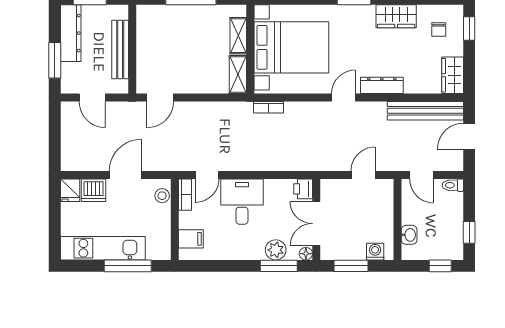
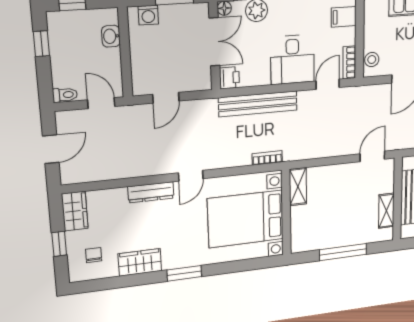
window: (469, 29) -> (59, 244), moved
shelving: (238, 36) -> (386, 211), moved
bench: (425, 111) -> (258, 104), moved

